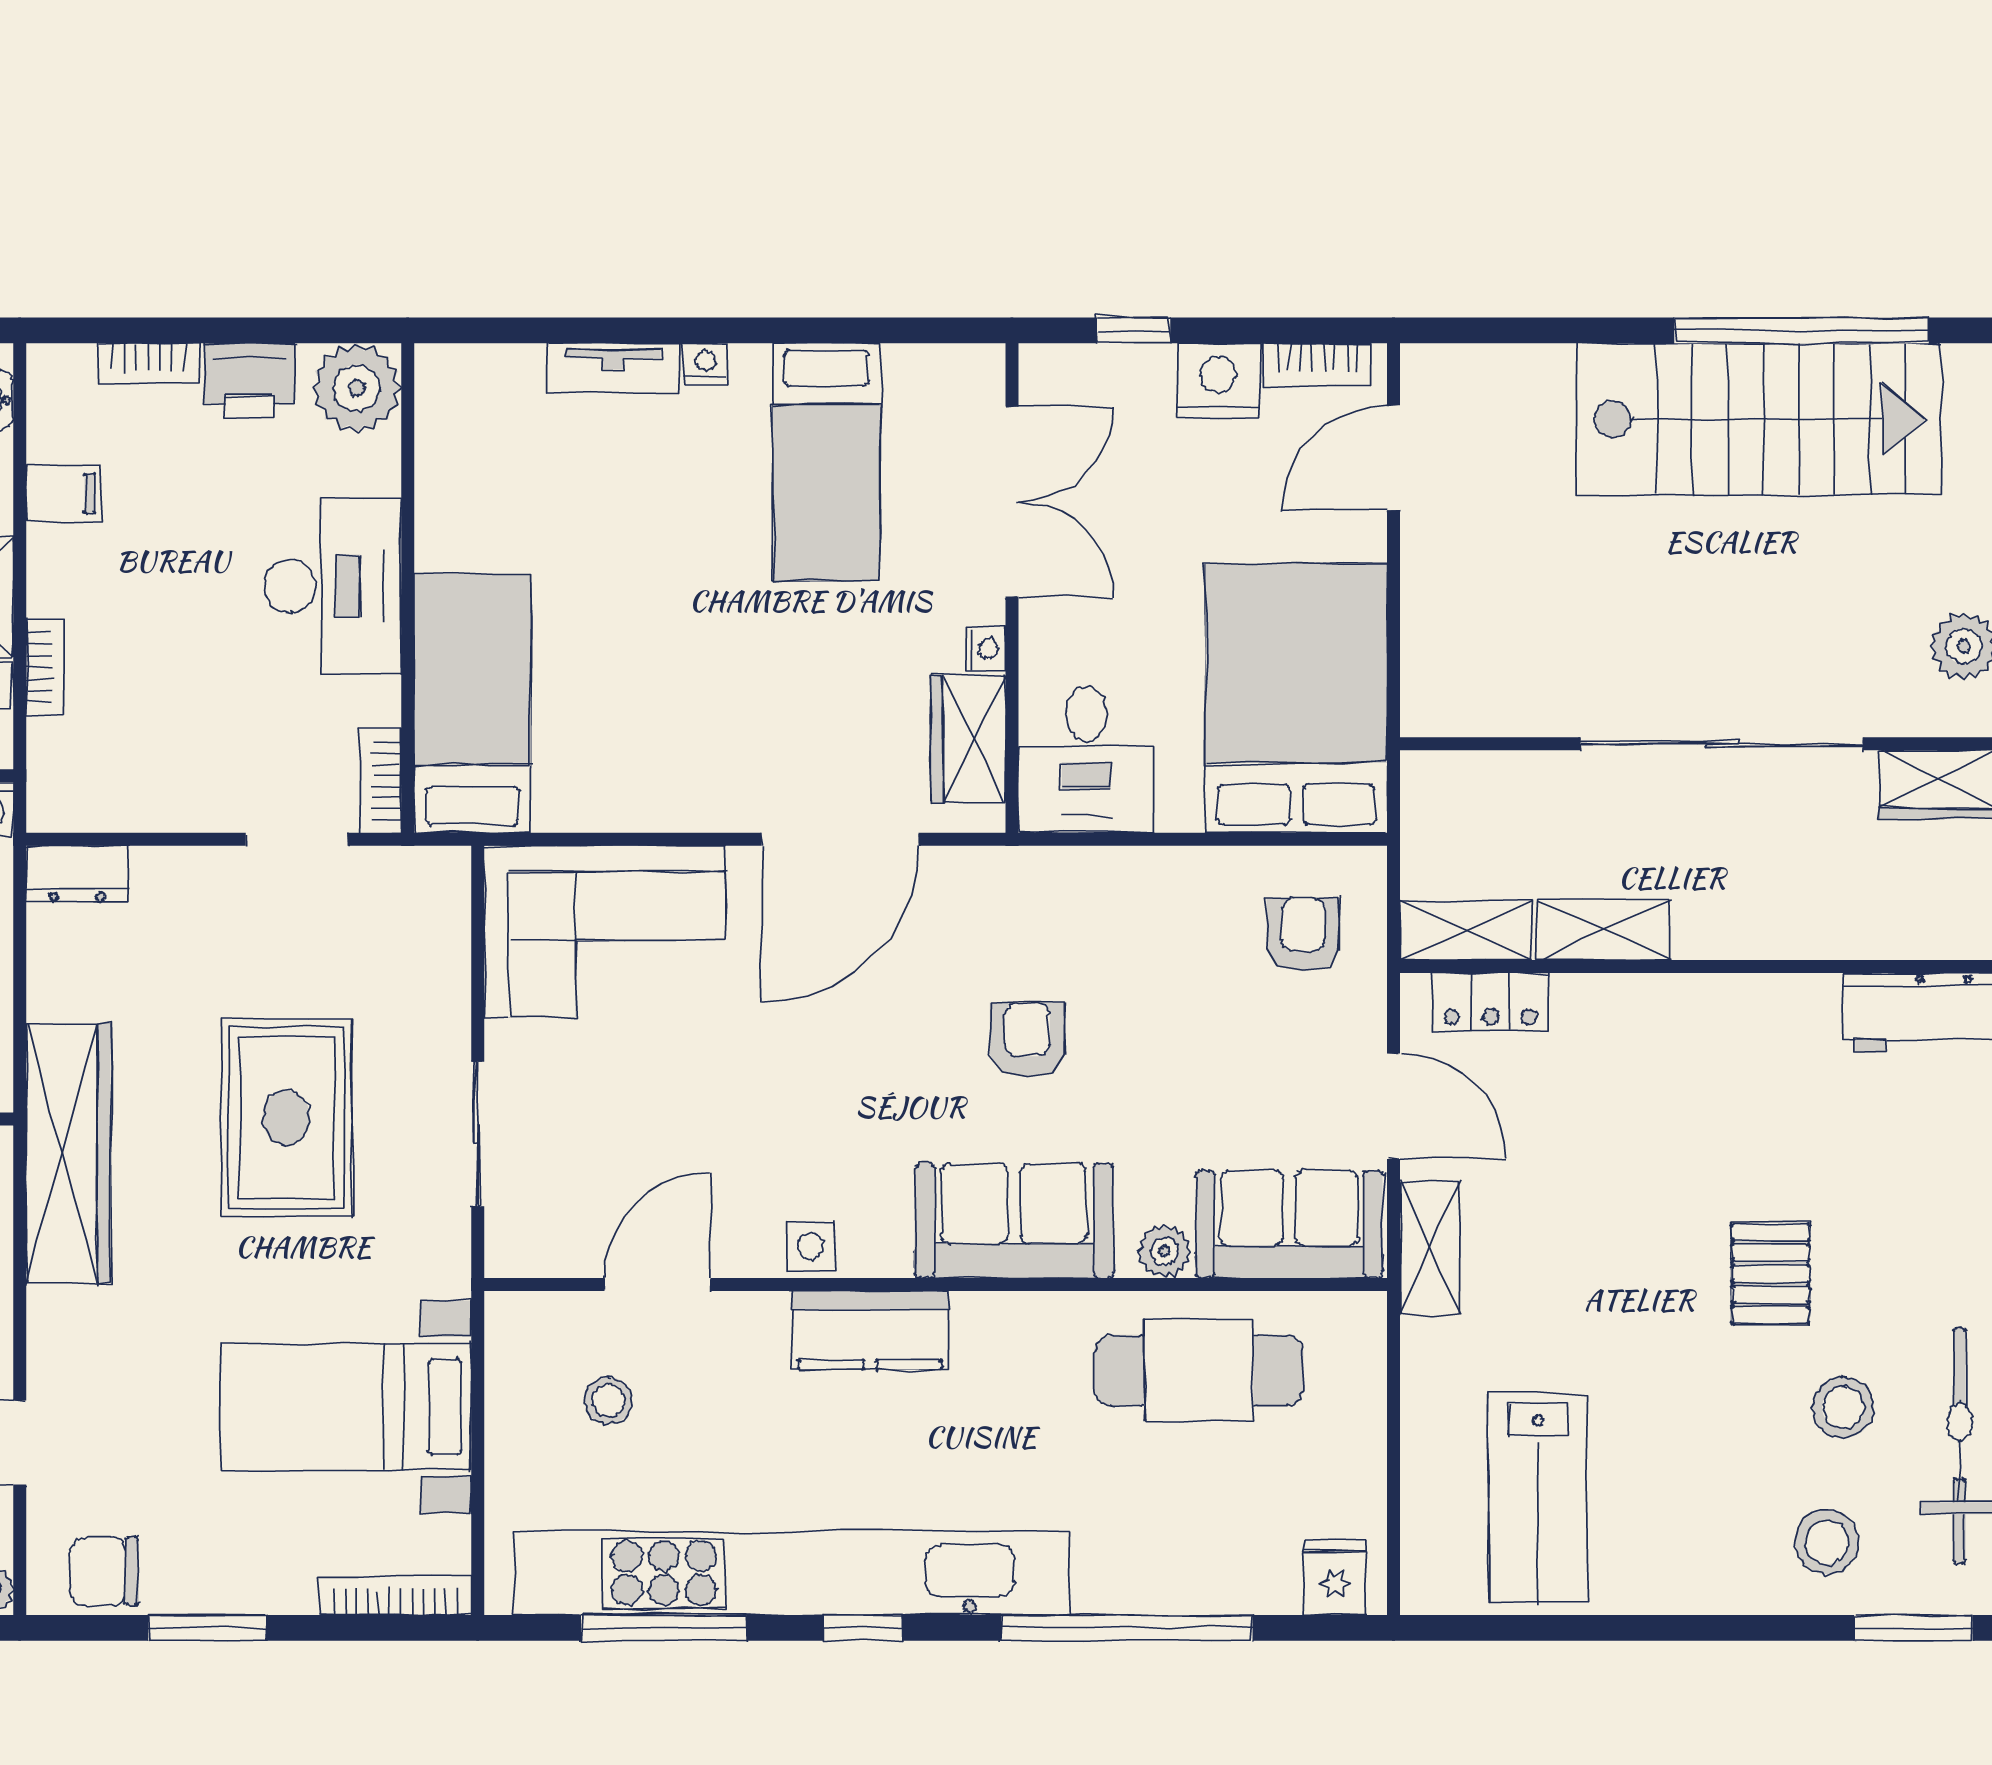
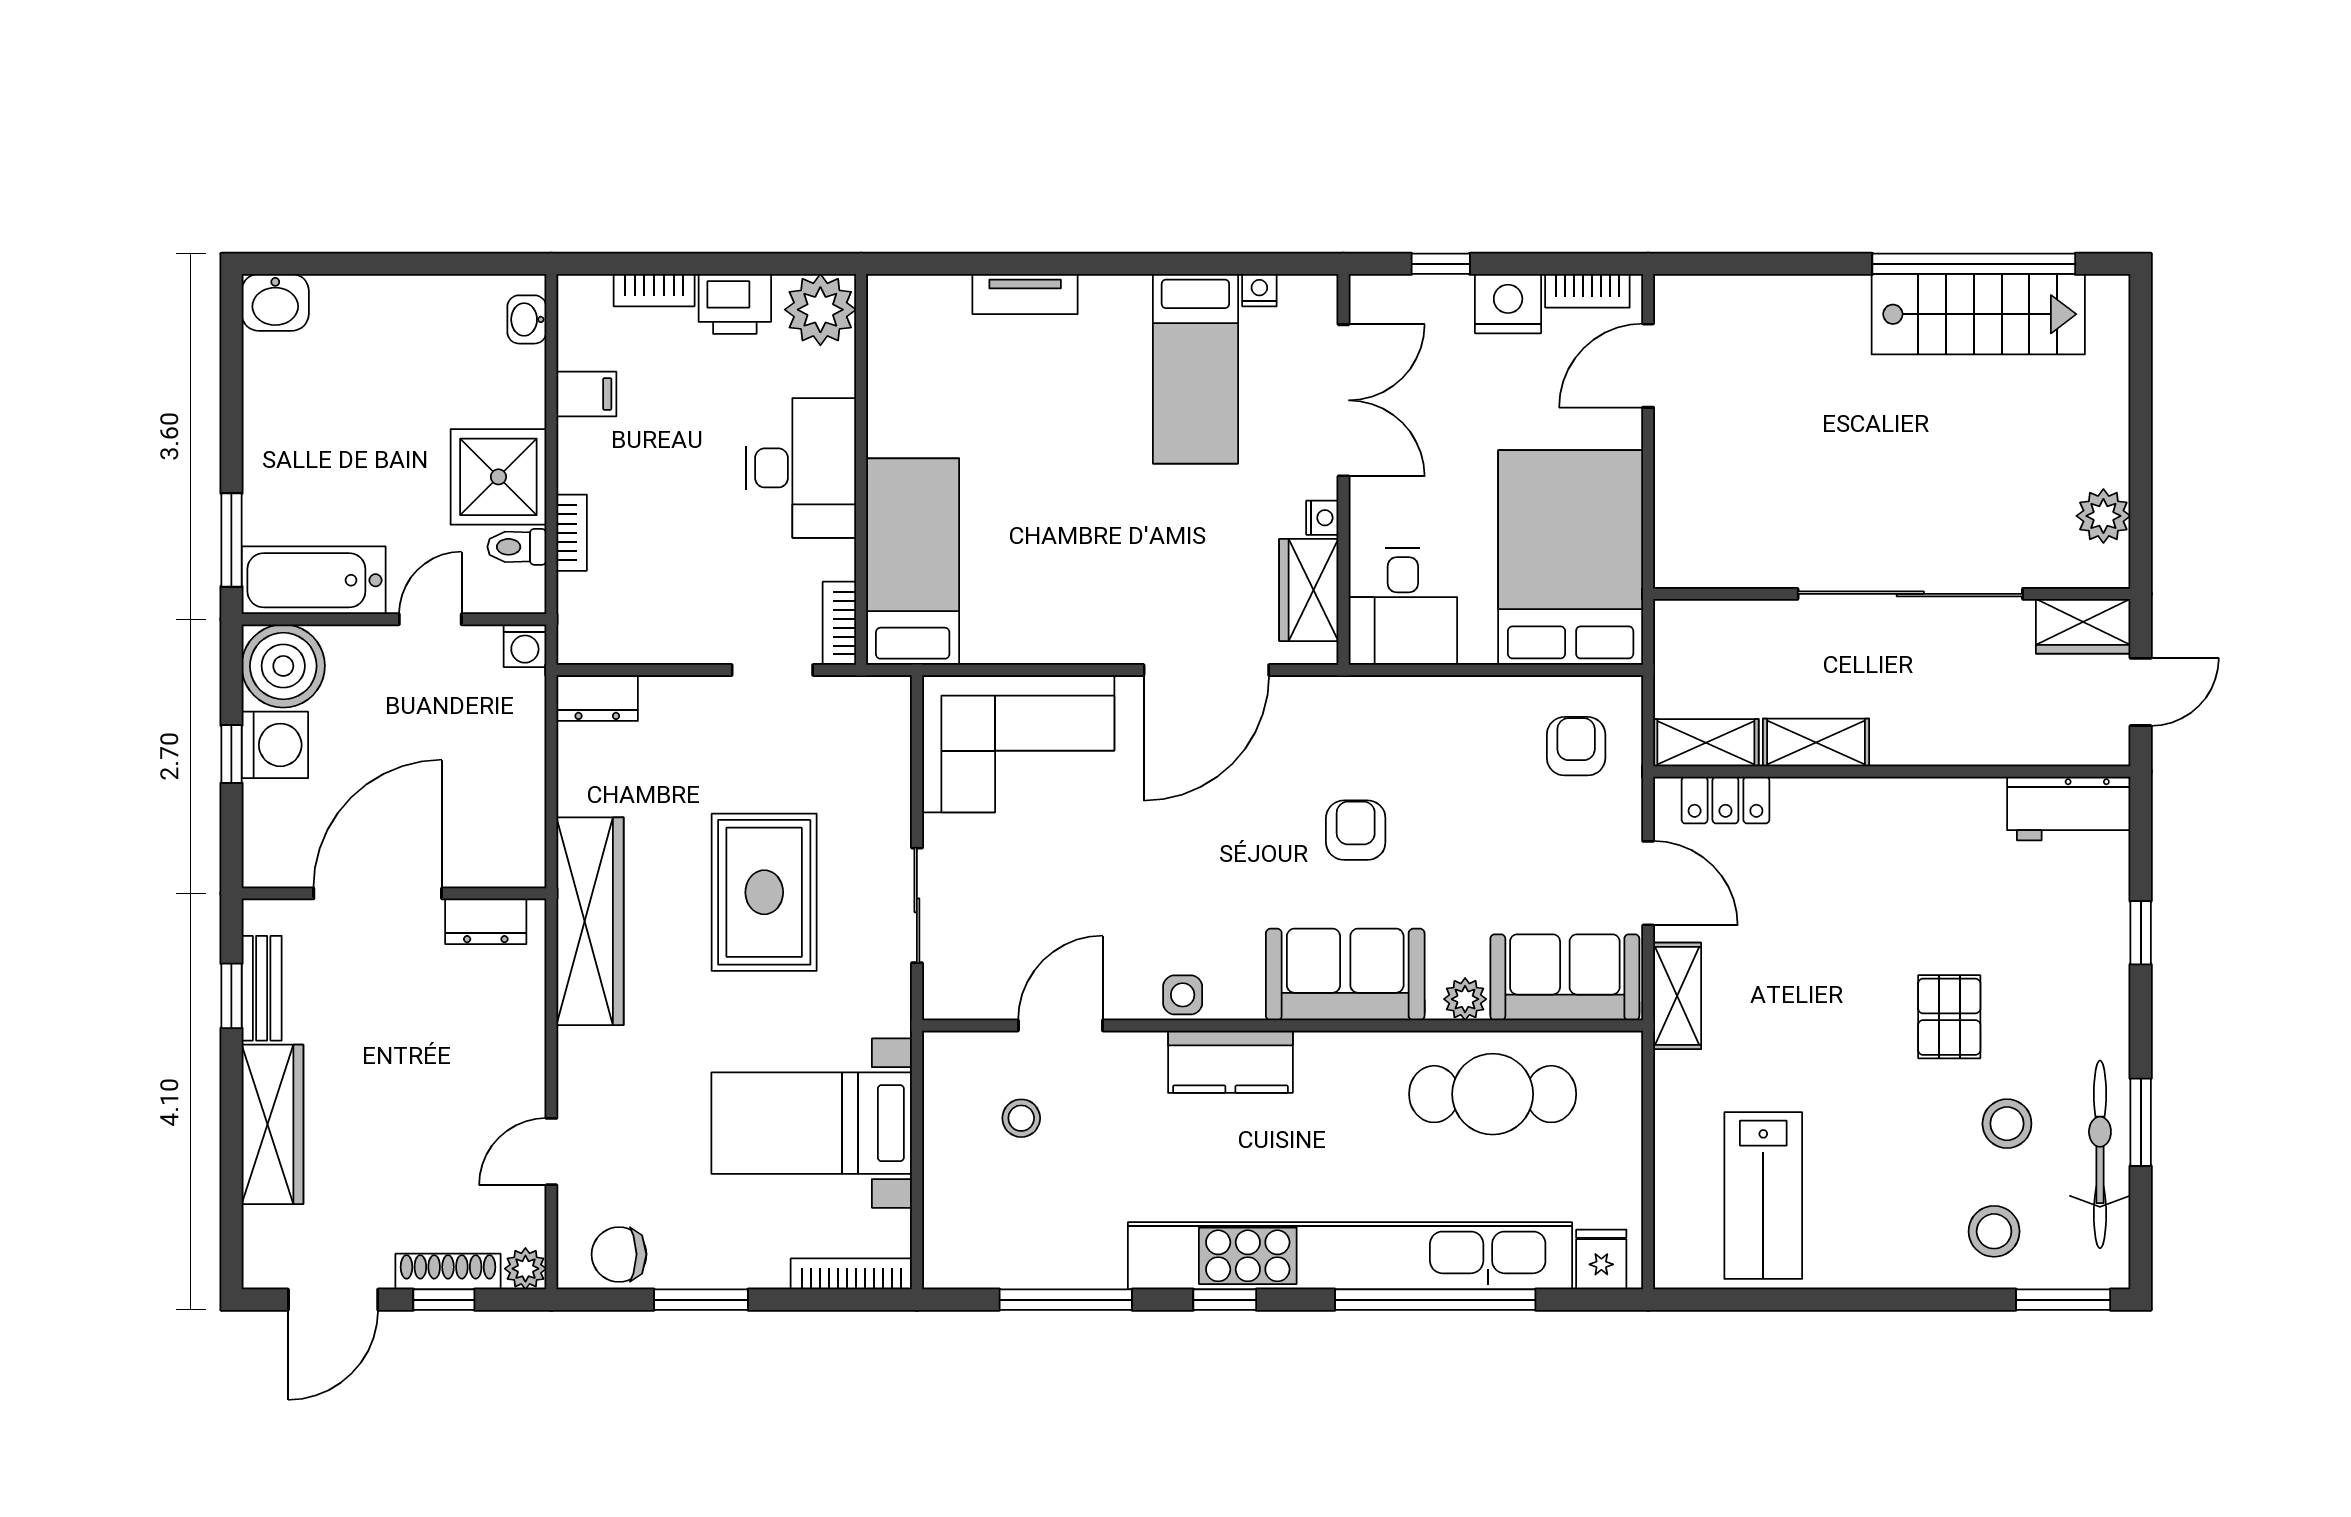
nightstand: (706, 364) -> (1259, 290), moved
stairs: (1758, 419) -> (1978, 314), width x0.73, depth x0.66
kitchen unit: (792, 1573) -> (1350, 1256), moved

